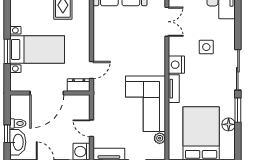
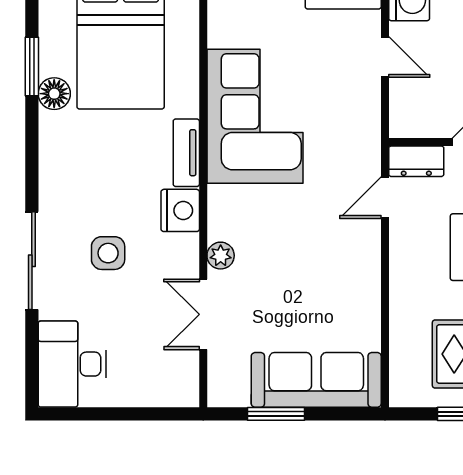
sliding door: (238, 70) -> (32, 261), moved
window: (238, 110) -> (32, 67), moved
floor lamp: (229, 124) -> (54, 94), moved
plant: (160, 138) -> (221, 256), moved

